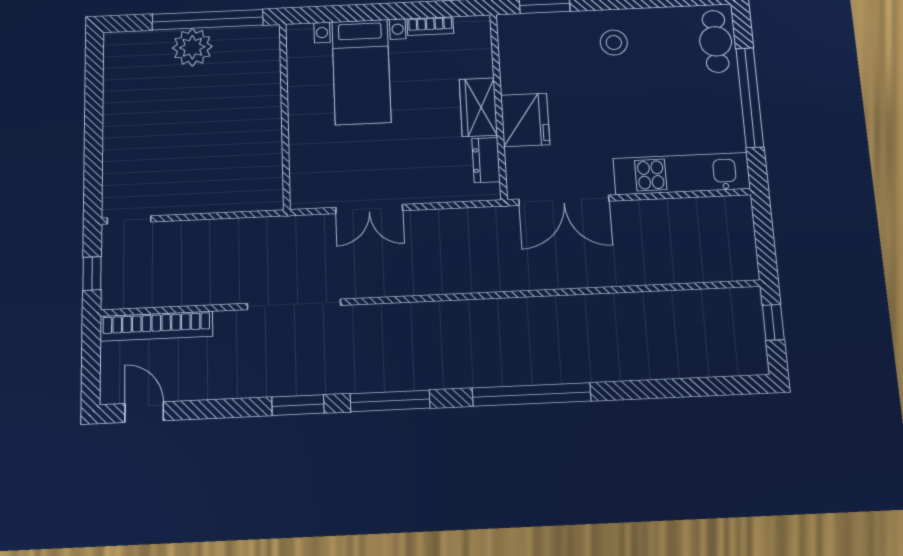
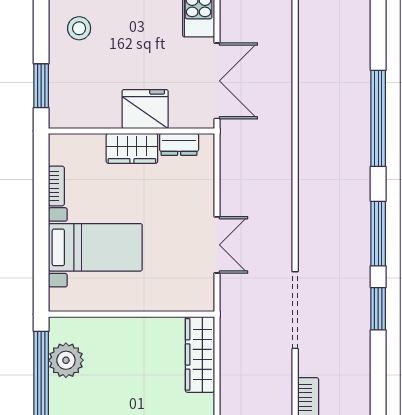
plant: (192, 47) -> (66, 360), moved
wardrobe: (239, 195) -> (200, 354), added

